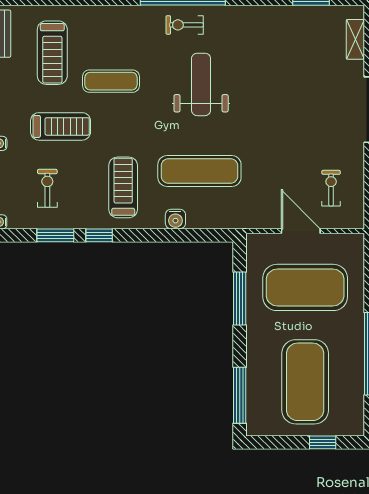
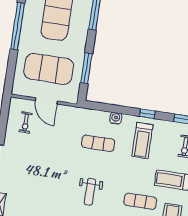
weight bench: (201, 84) -> (90, 192), width x0.73, depth x0.75
exercise mat: (199, 171) -> (98, 143), width x0.73, depth x0.69
window: (99, 235) -> (147, 114), moved

